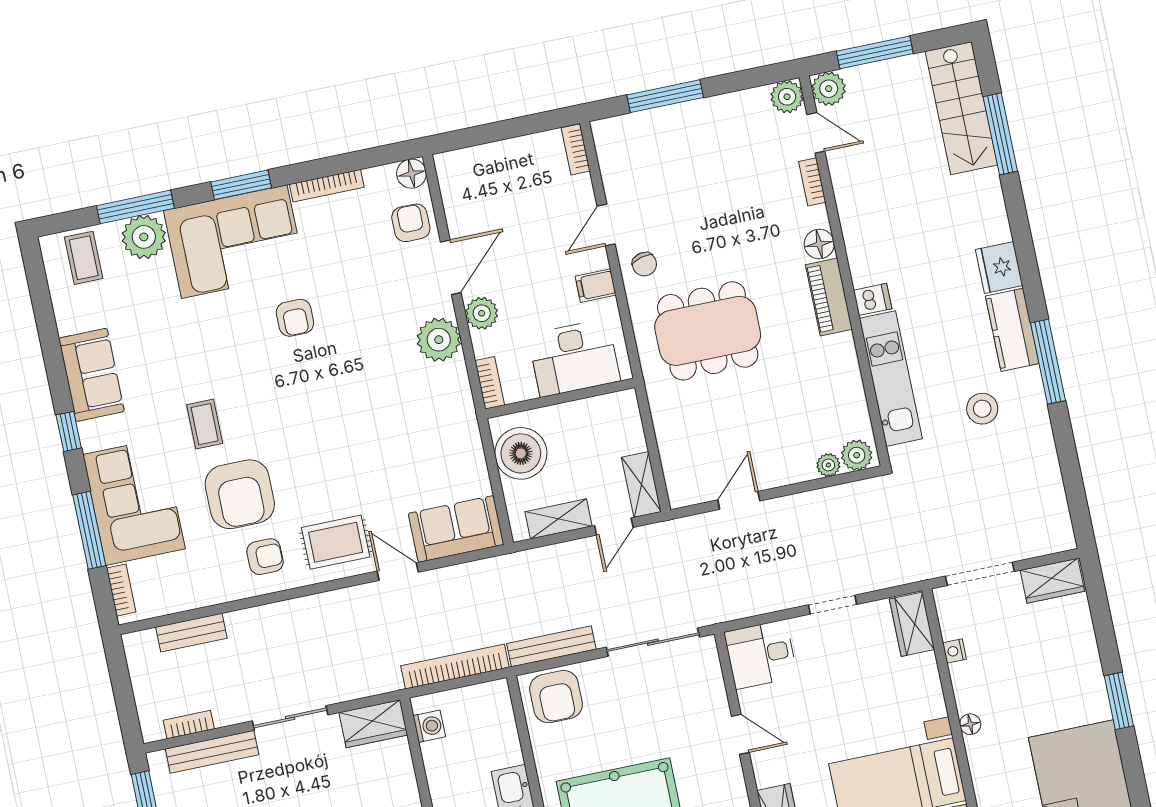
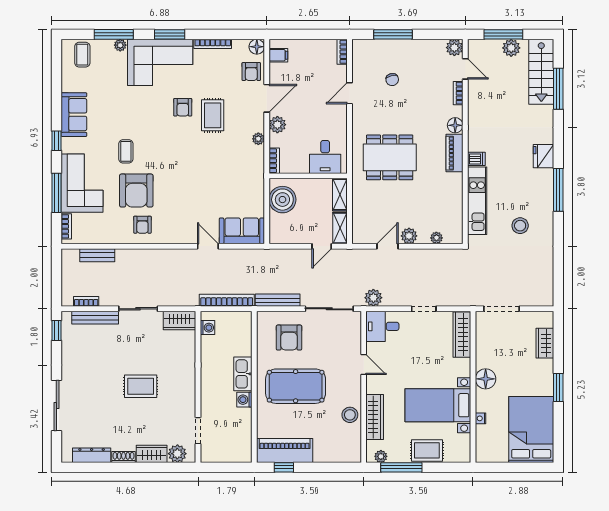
plant: (829, 89) -> (511, 48), moved
armchair: (411, 223) -> (251, 72), turned 180
plant: (144, 237) -> (120, 45), width x0.53, depth x0.53
chair: (644, 264) -> (392, 80), moved
filing cabinet: (596, 286) -> (278, 55), moved, turned 180
kitchen counter: (1012, 330) -> (544, 189), removed
plant: (439, 340) -> (258, 139), width x0.53, depth x0.53
desk: (574, 358) -> (325, 157), width x0.73
window: (1048, 362) -> (558, 190), moved
plant: (857, 455) -> (409, 236), moved
shelving: (559, 519) -> (340, 195), moved, turned 90
rug: (336, 542) -> (213, 115), moved, turned 90
armchair: (265, 557) -> (142, 225), turned 90
wardrobe: (1052, 581) -> (545, 343), moved, turned 90
plant: (732, 604) -> (373, 298), added
wardrobe: (912, 624) -> (462, 335), width x1.50
nightstand: (954, 651) -> (481, 418), moved
armchair: (556, 697) -> (289, 338), moved
floor lamp: (970, 724) -> (486, 379), width x1.89, depth x1.89

